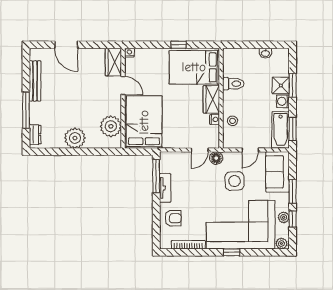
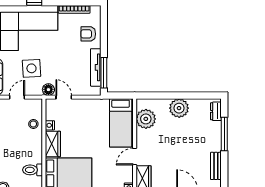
bench: (35, 81) -> (216, 166), width x0.73
toilet: (233, 84) -> (33, 170), moved
door: (123, 86) -> (135, 157), hinge flipped
bed: (144, 122) -> (121, 123), width x0.67
door: (200, 150) -> (64, 97), hinge flipped
tv unit: (165, 188) -> (96, 67), width x1.41

